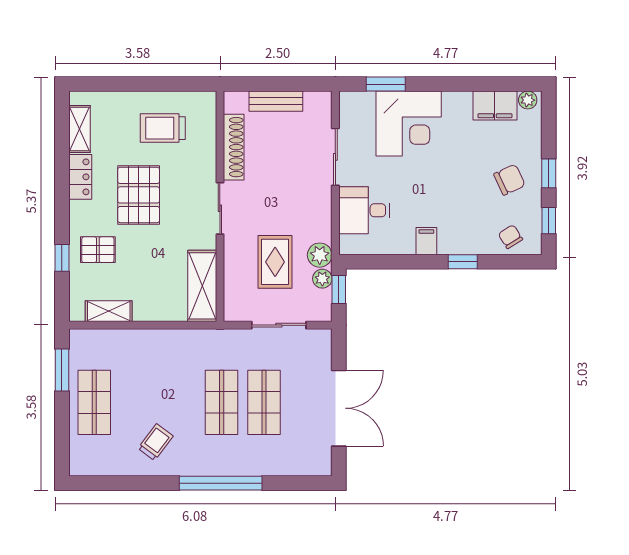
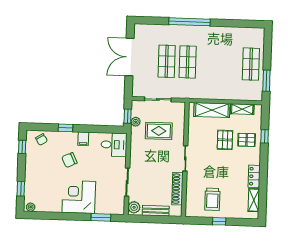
window: (148, 84) -> (219, 221), added
filing cabinet: (495, 106) -> (47, 205), removed
corner desk: (409, 124) -> (79, 197), moved
trolley: (163, 128) -> (212, 199), turned 90
window: (549, 173) -> (21, 189), moved
chair: (509, 180) -> (69, 160), moved
pallet: (139, 195) -> (225, 140), moved, width x0.67, depth x0.71
desk: (364, 210) -> (114, 145), moved
plant: (320, 255) -> (134, 207), moved
rug: (275, 262) -> (159, 131), turned 90
shelving: (202, 286) -> (212, 110), moved, turned 90
trolley: (156, 442) -> (221, 43), removed

